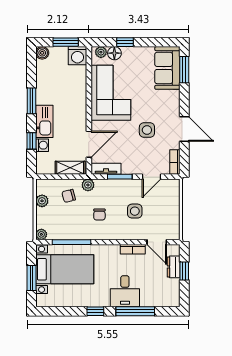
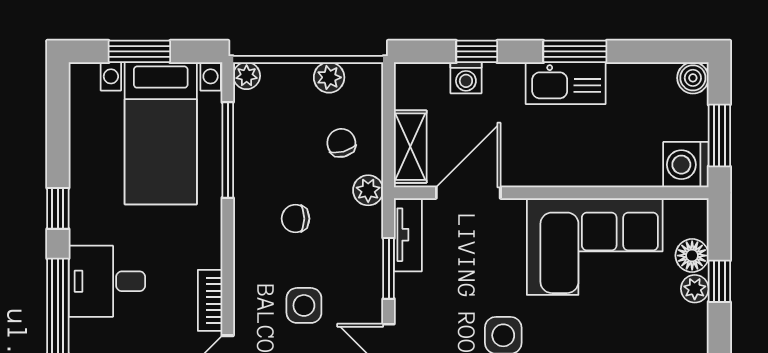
plant: (101, 52) -> (695, 289), moved
kitchen sink: (44, 121) -> (566, 83), moved
door: (89, 144) -> (468, 193), swing flipped

